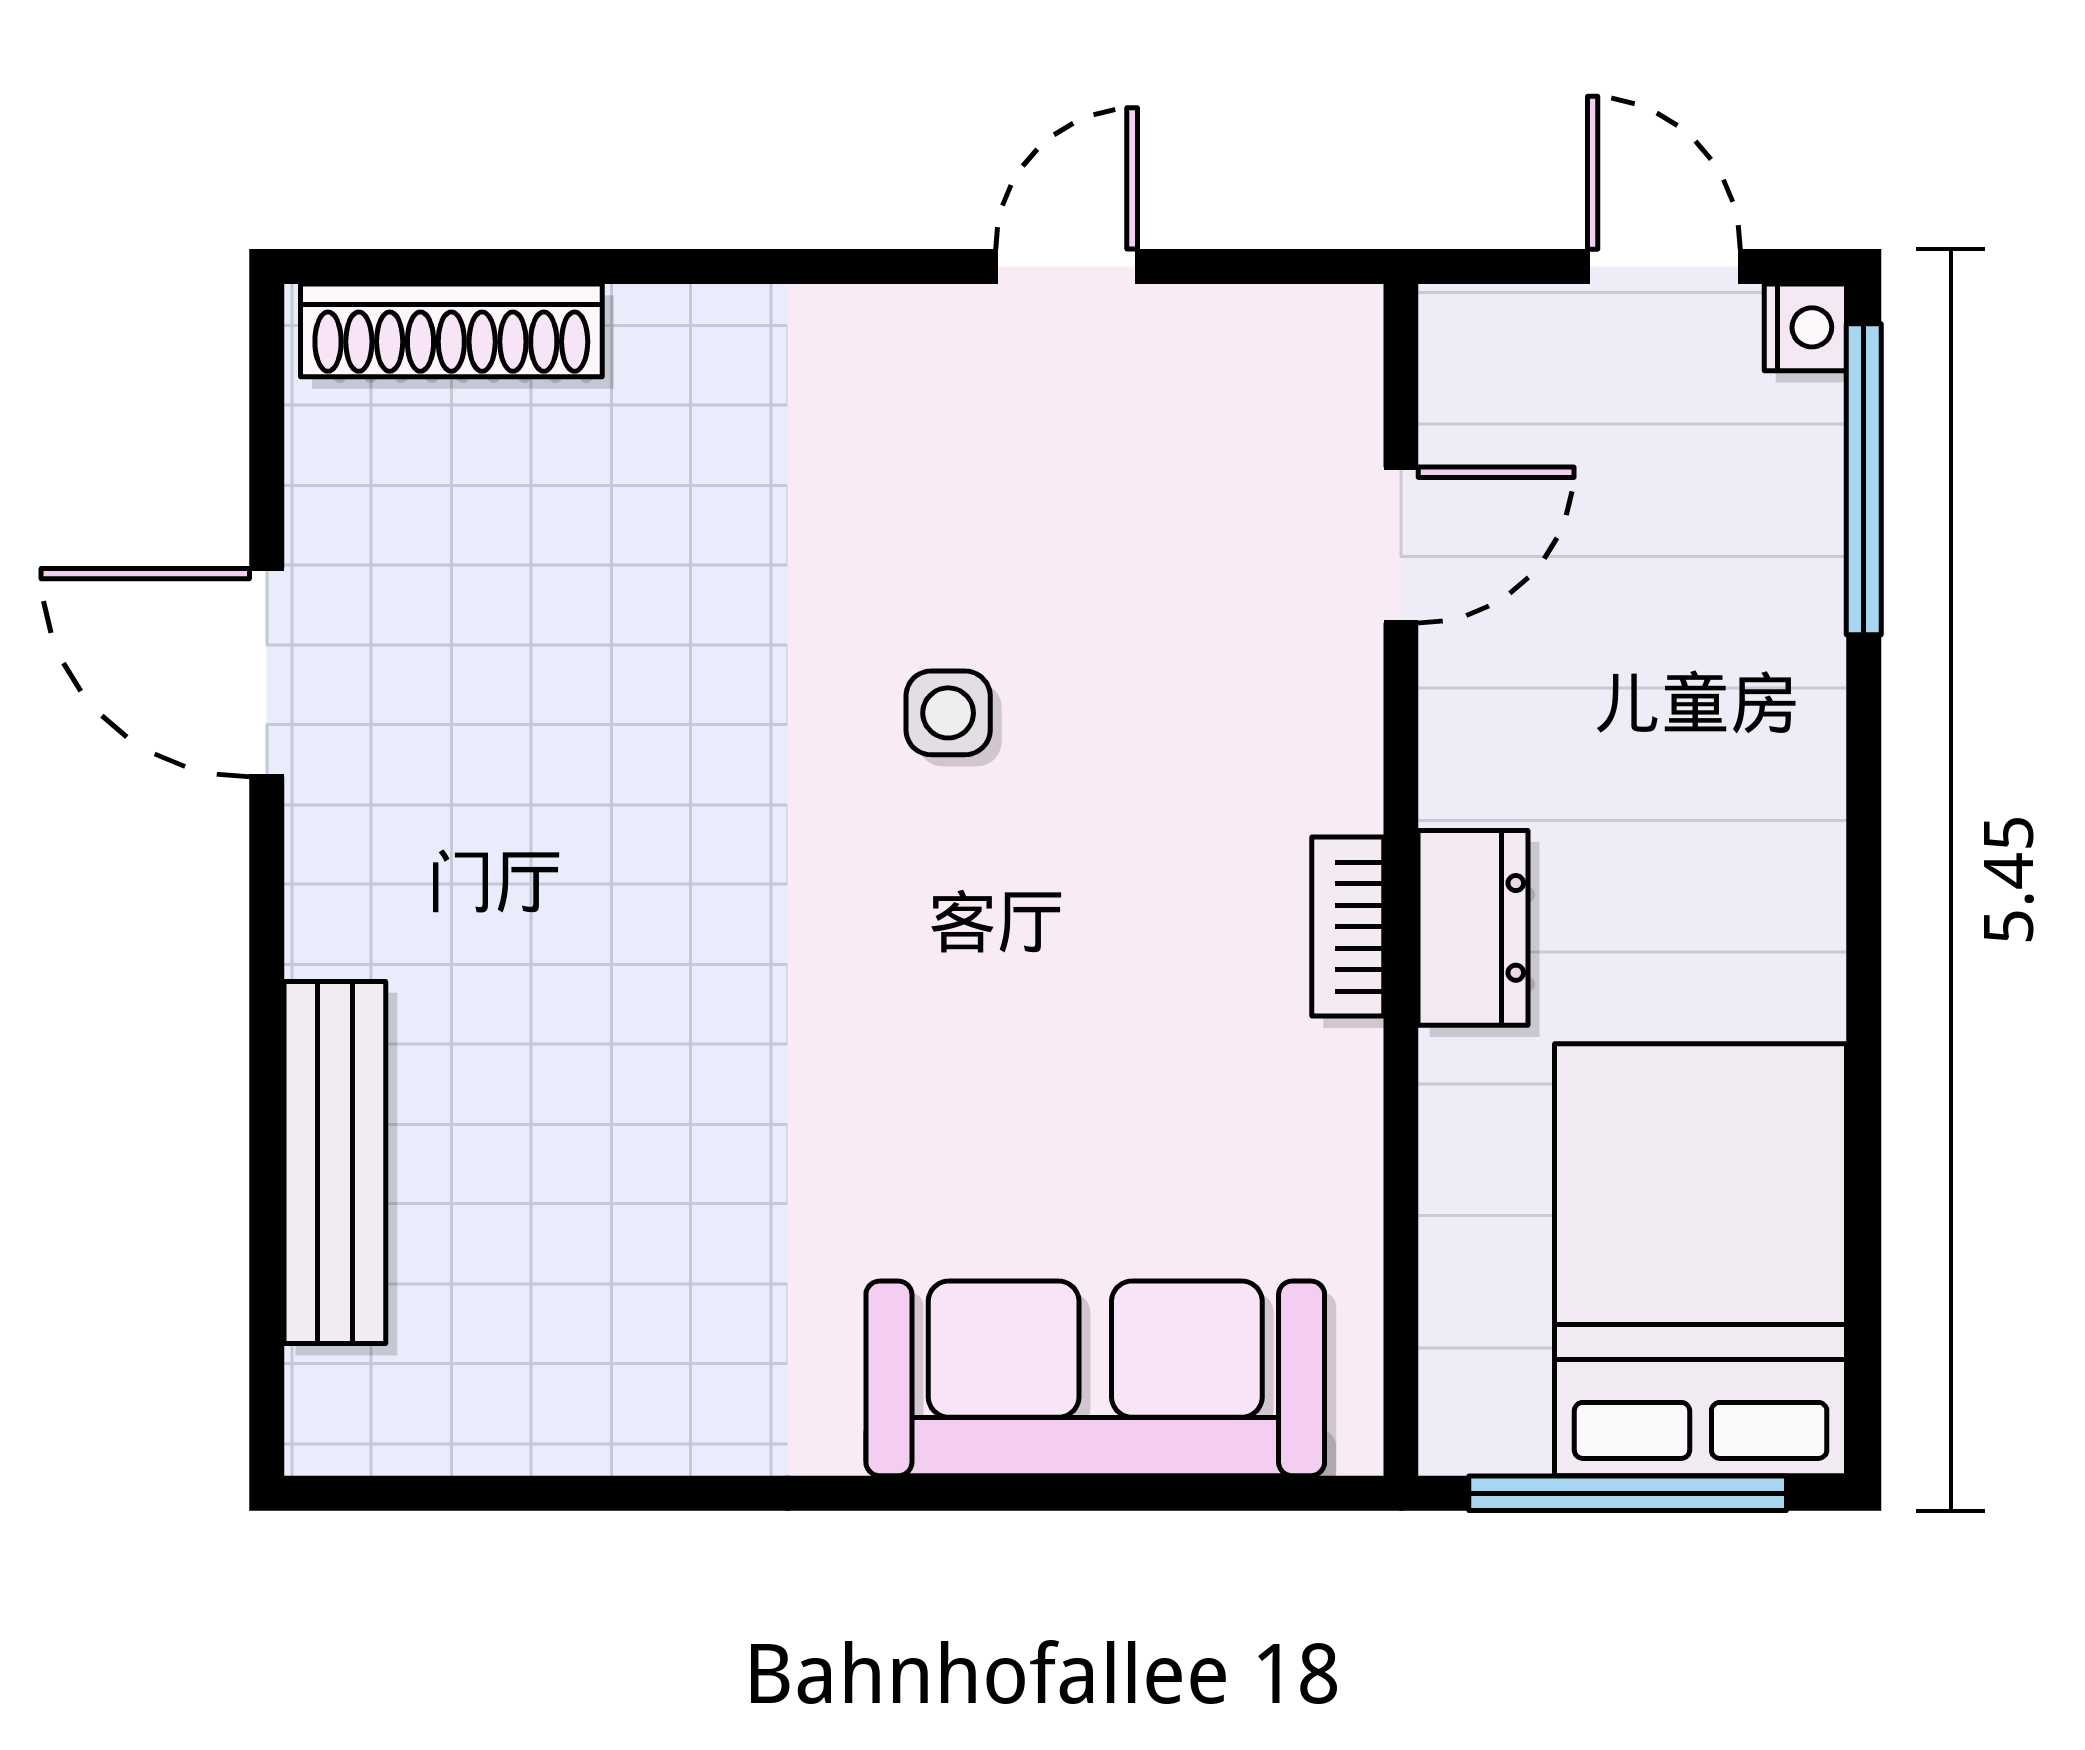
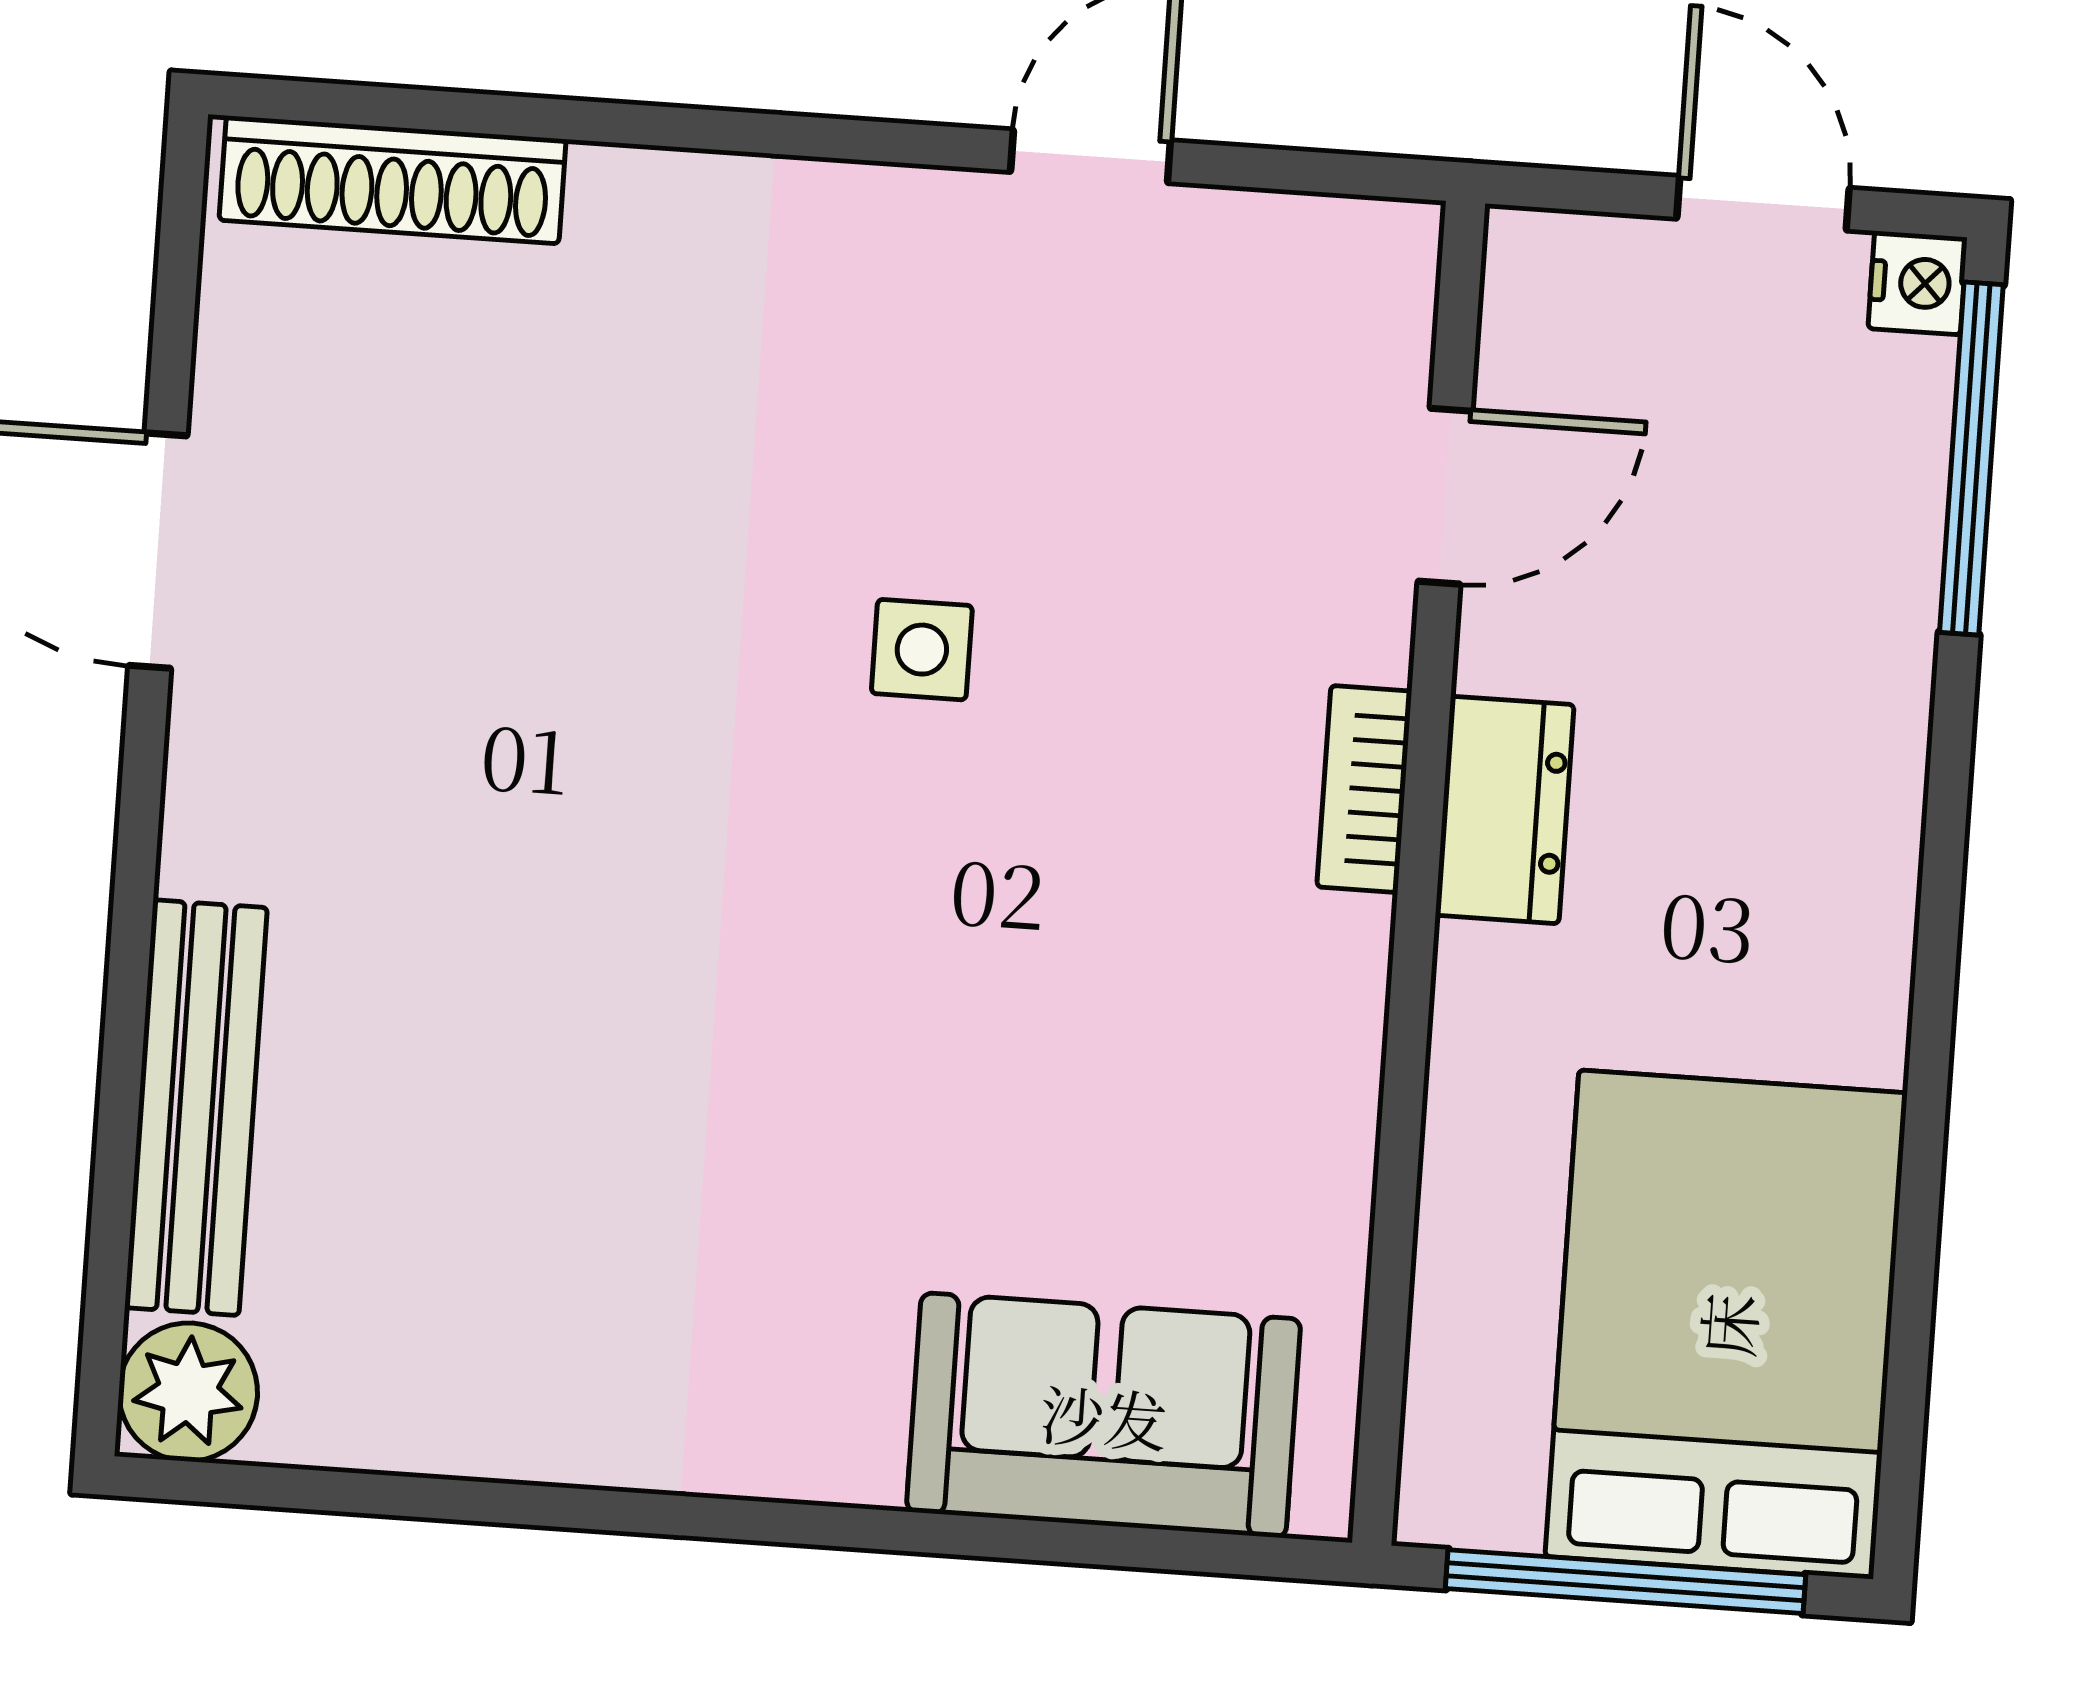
bookcase: (1348, 927) -> (1364, 789), moved
dresser: (1473, 928) -> (1505, 810), moved
sofa: (1095, 1378) -> (1104, 1415), width x0.73
plant: (346, 1414) -> (188, 1392), added

